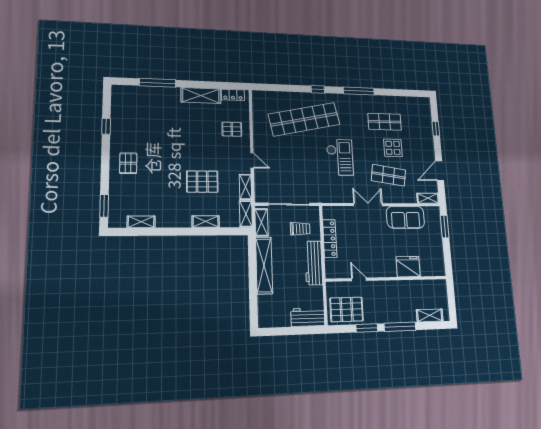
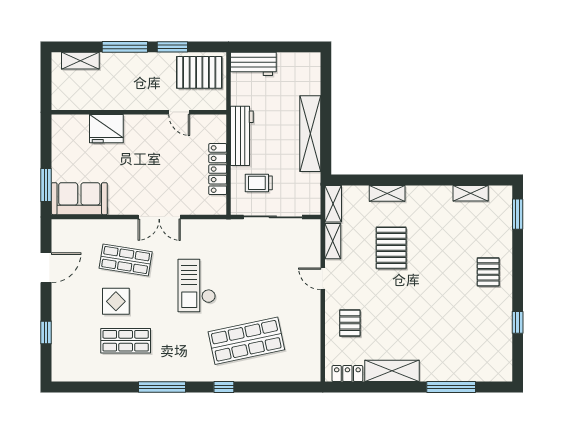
shop shelf: (304, 119) -> (246, 341), width x0.71
pallet: (232, 129) -> (350, 323), turned 90
pallet: (202, 182) -> (391, 248), turned 90
shelving: (428, 198) -> (68, 227), removed
sofa: (405, 217) -> (79, 199), moved
shelving: (261, 222) -> (312, 192), removed

